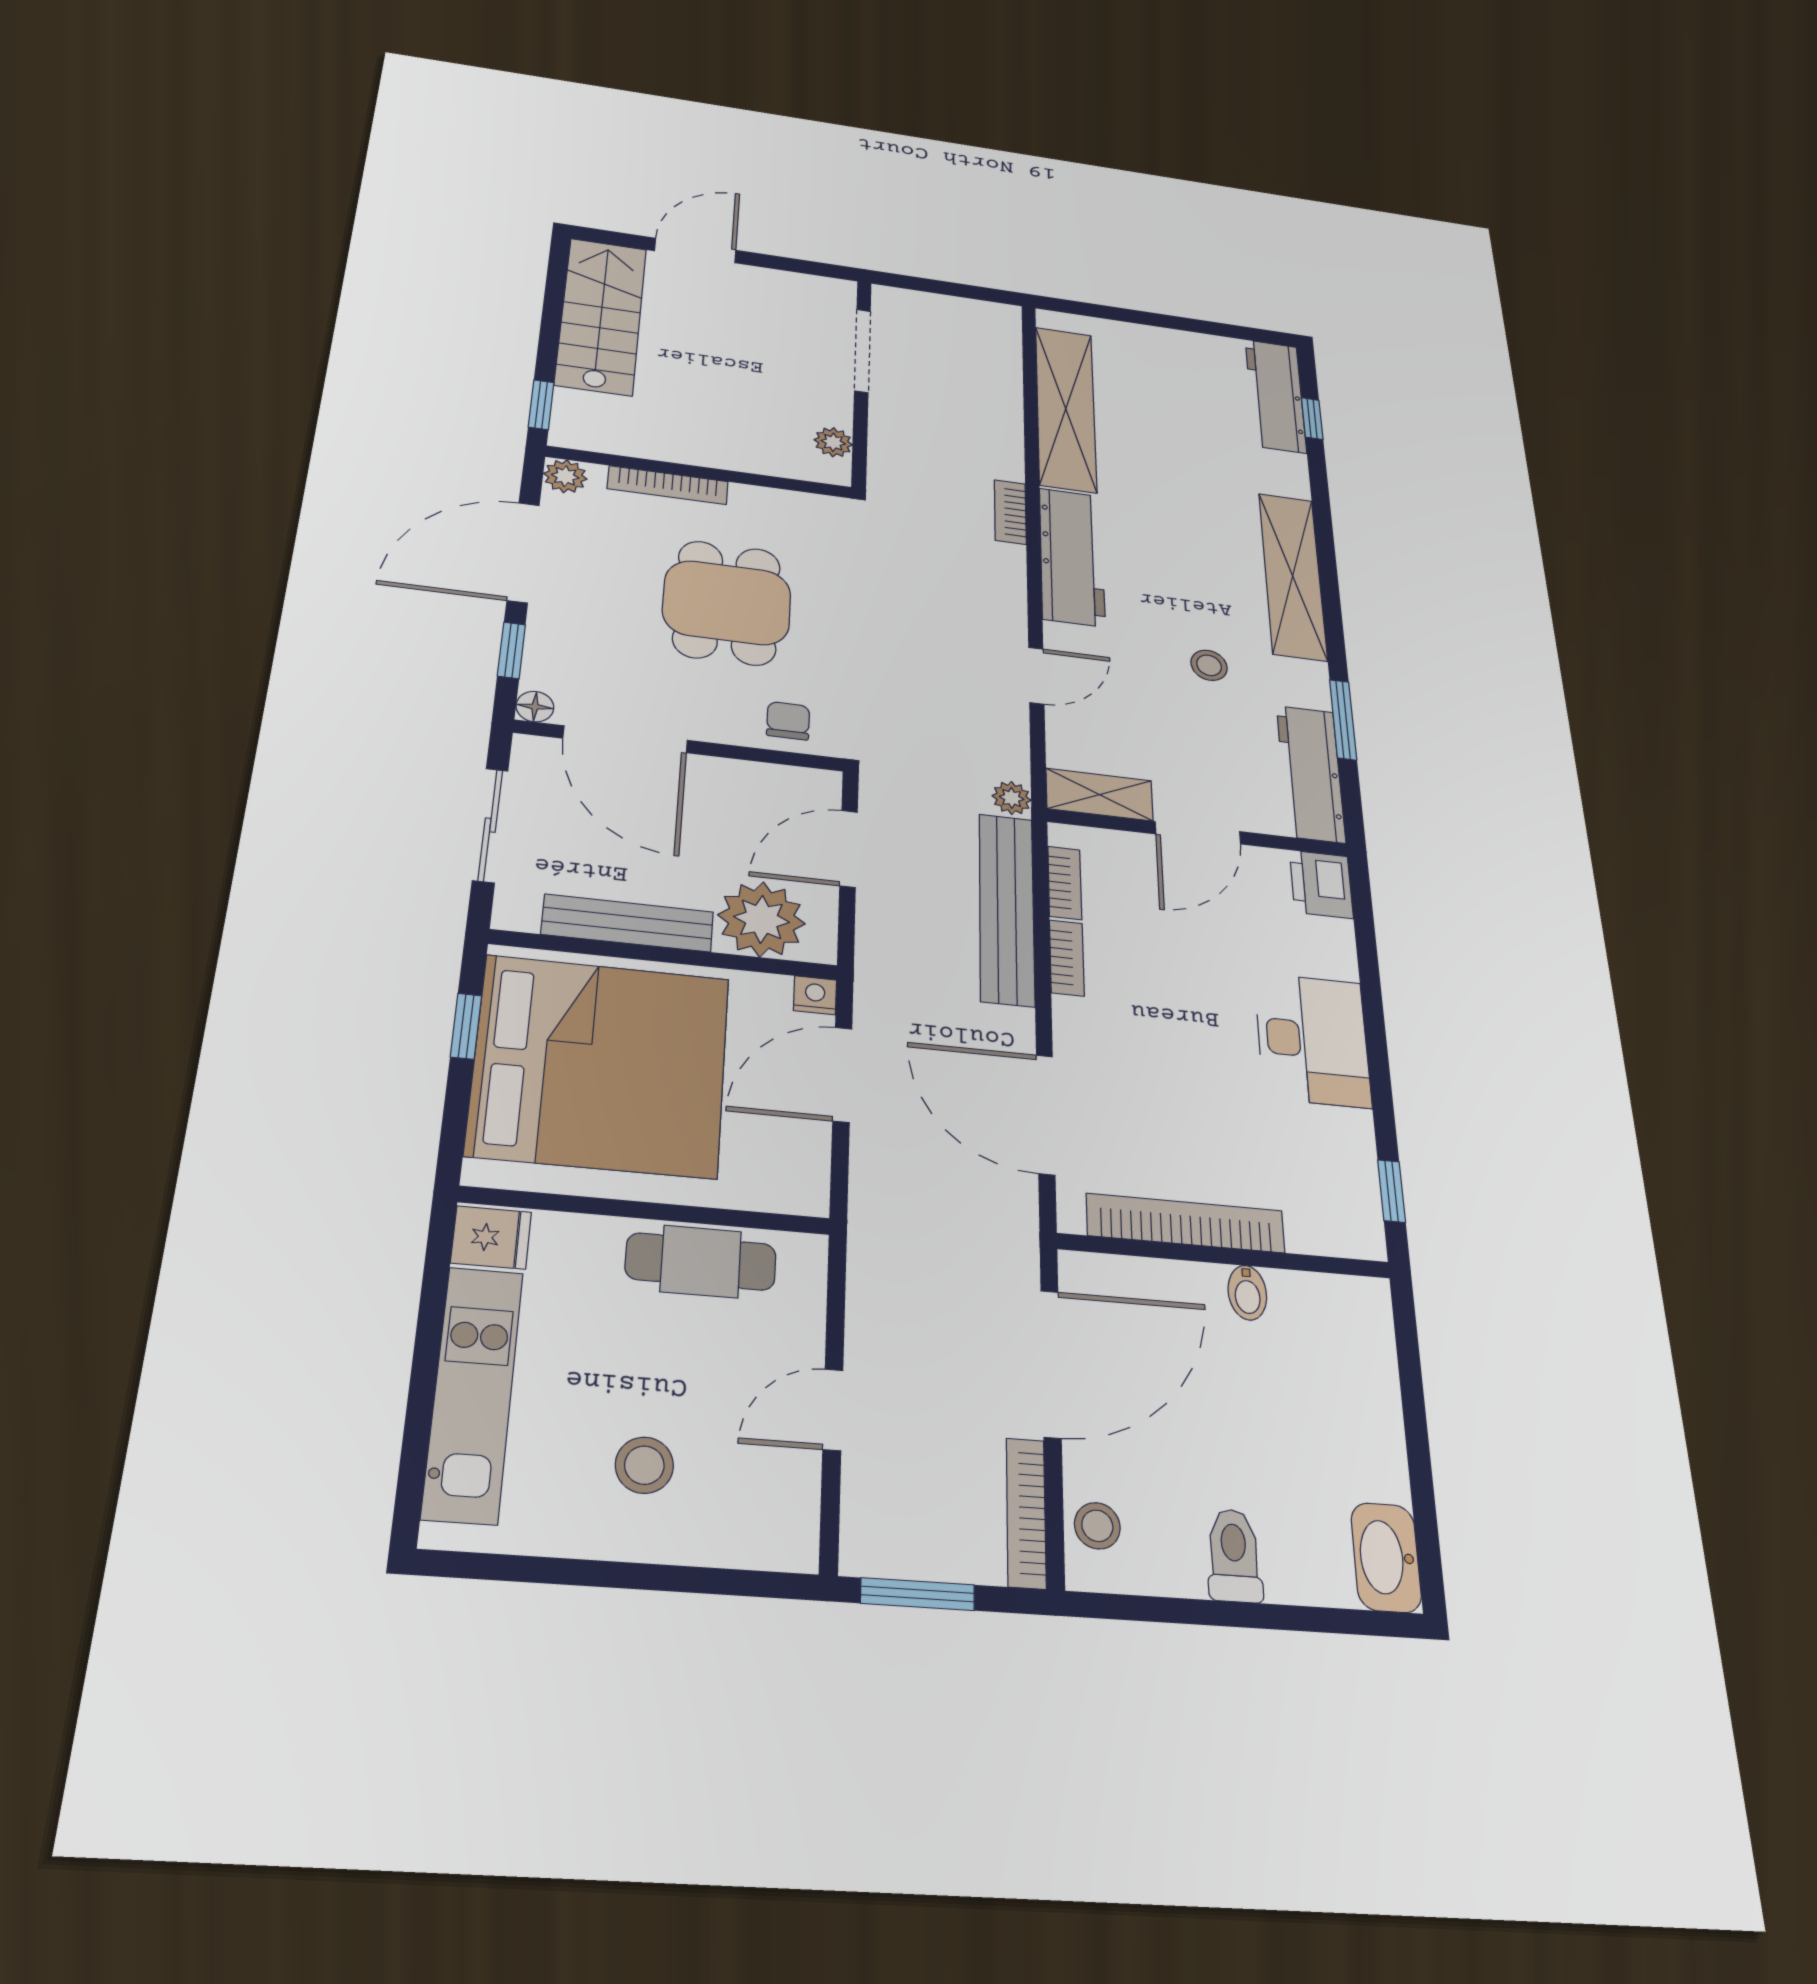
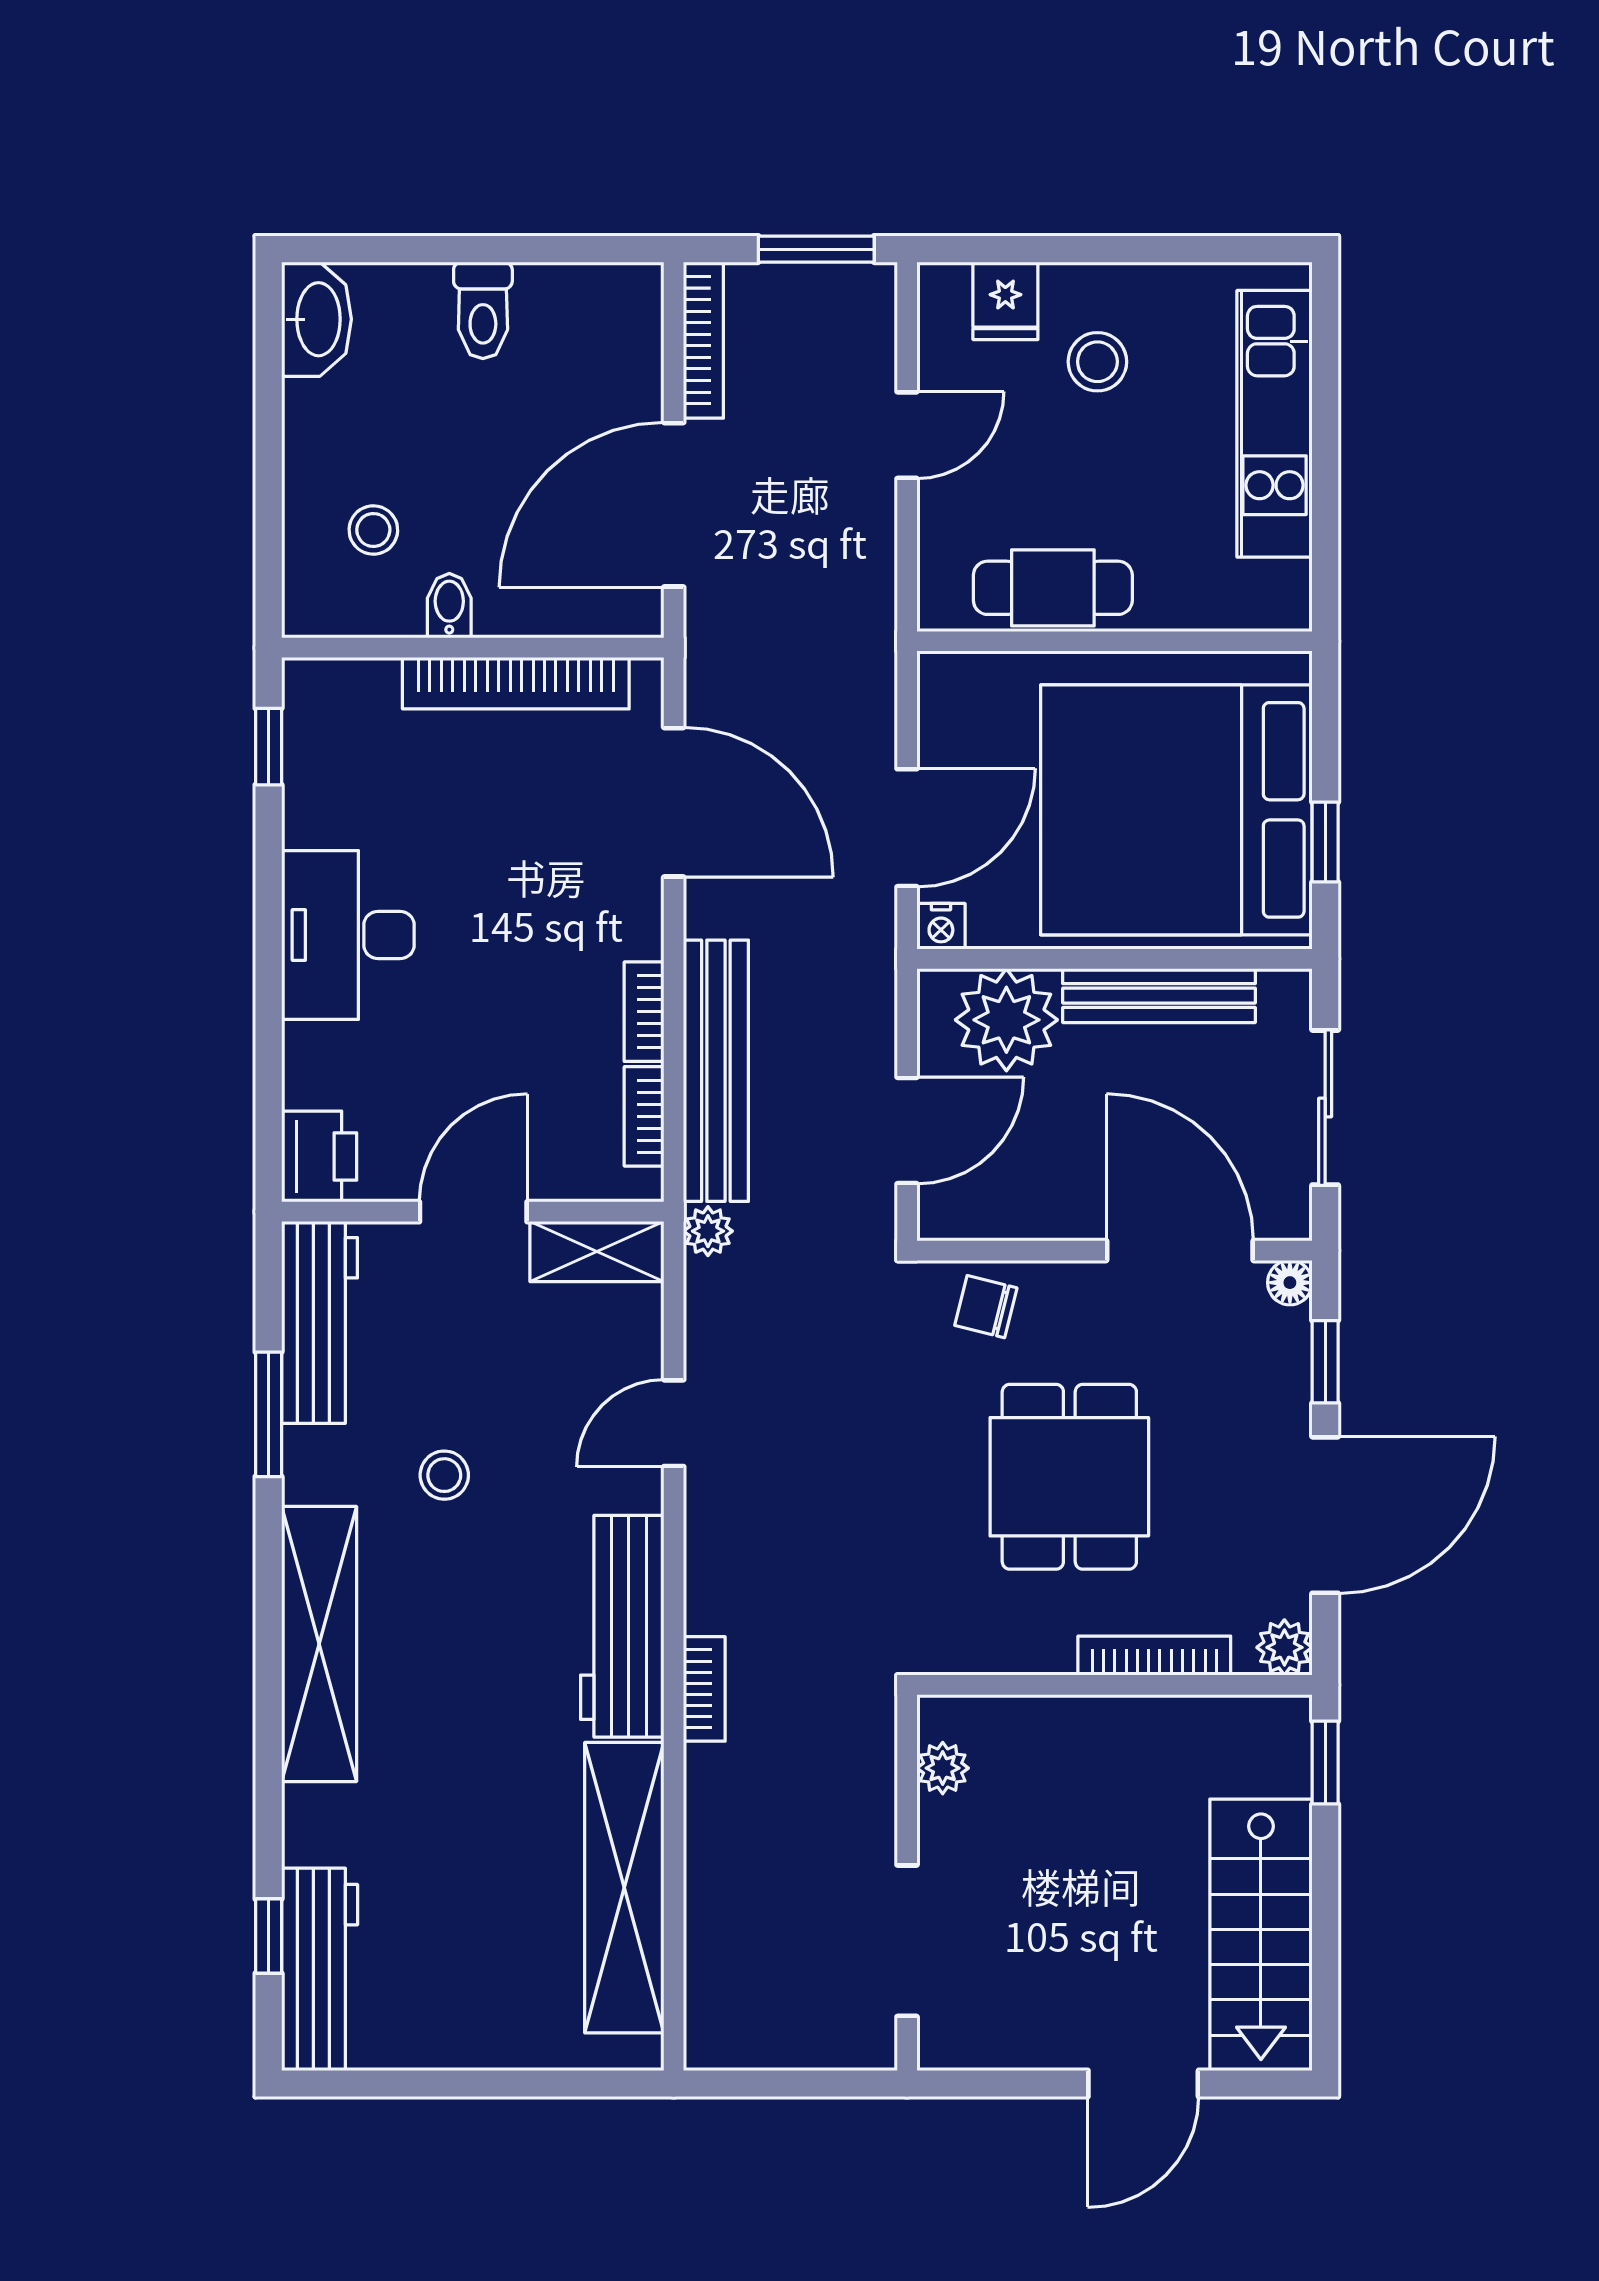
chair: (788, 721) -> (986, 1307), turned 104
fridge: (491, 1237) -> (1005, 301), moved, turned -90
stool: (1097, 1526) -> (373, 530), moved

